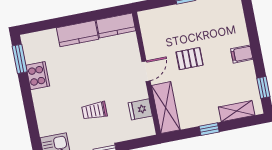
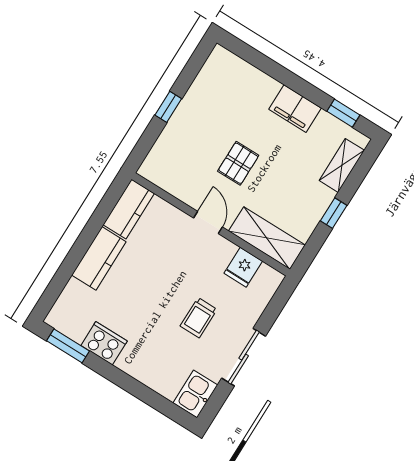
filing cabinet: (242, 54) -> (295, 109), width x2.00

